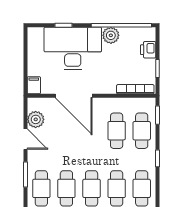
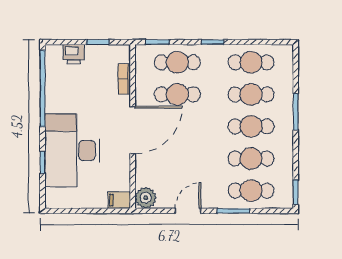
plant: (111, 35) -> (55, 102), removed
bookcase: (135, 89) -> (124, 79), width x0.64
door: (74, 96) -> (133, 130), moved
plant: (36, 119) -> (146, 198), moved

